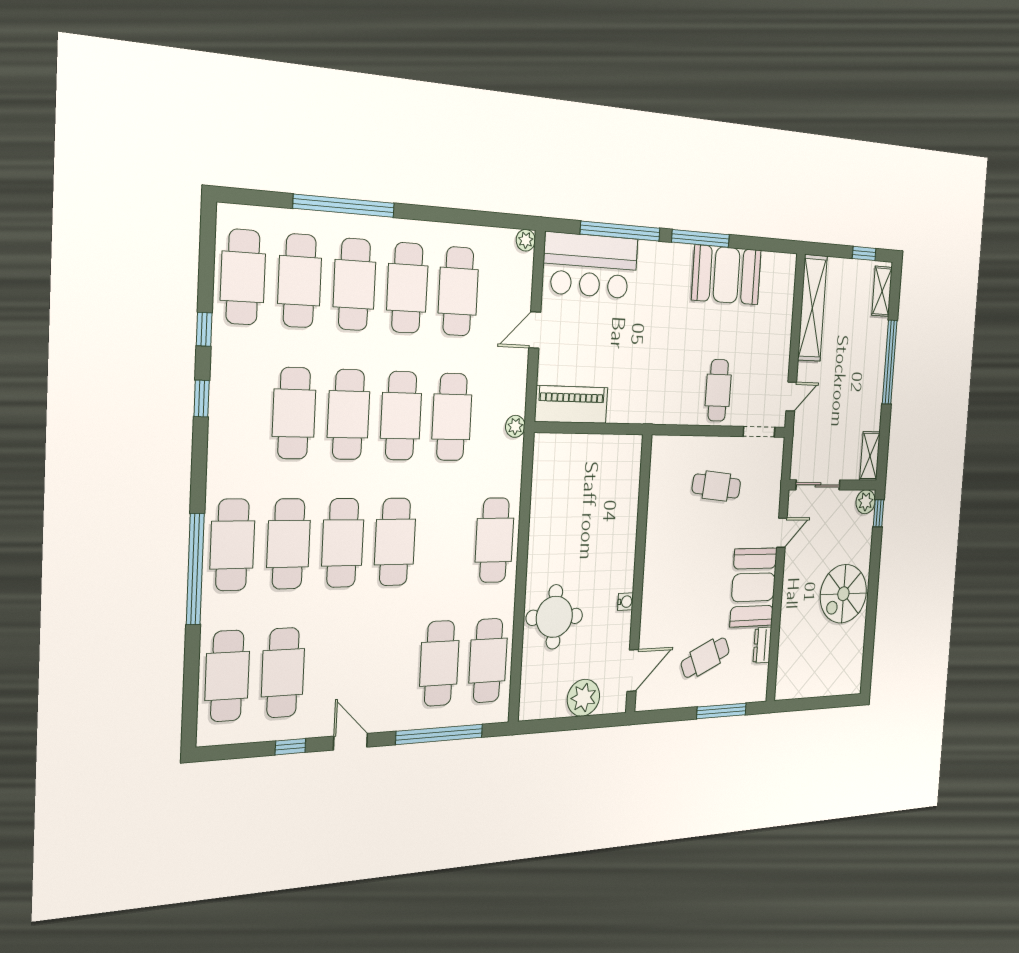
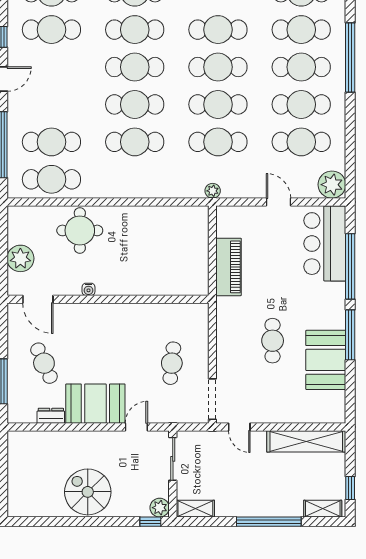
plant: (526, 240) -> (332, 185), width x1.88, depth x1.88
cafe table: (718, 390) -> (273, 341), moved, turned 90
piano: (571, 405) -> (229, 267), moved
doorway: (759, 432) -> (212, 399), width x1.38
door: (782, 533) -> (136, 427), swing flipped
cafe table: (494, 540) -> (135, 142), moved

